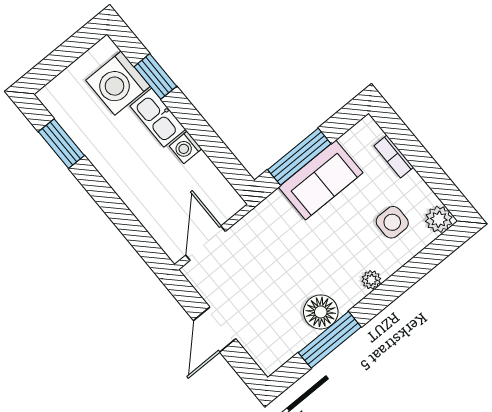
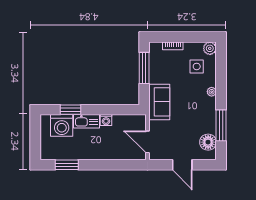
window: (299, 157) -> (144, 68), moved
sofa: (321, 180) -> (159, 102), moved
floor lamp: (321, 312) -> (208, 142), moved

